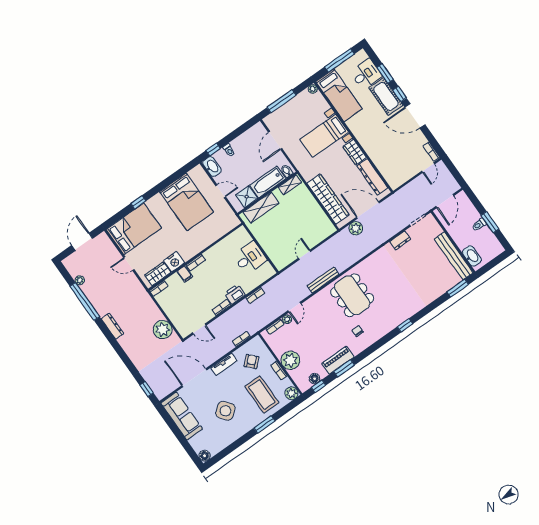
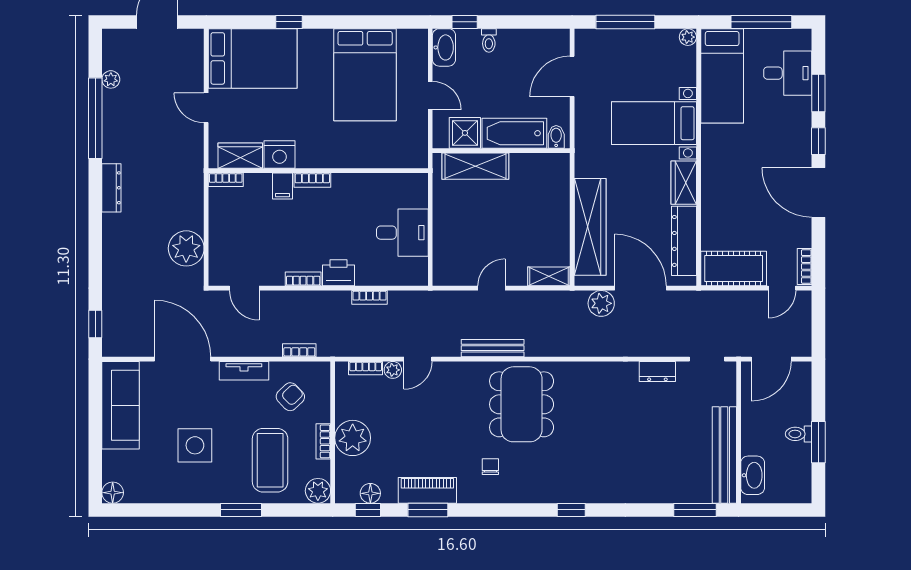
cot: (386, 96) -> (734, 269), moved, turned 90
shelving: (290, 185) -> (549, 276), moved
side table: (225, 411) -> (195, 445), turned 38

